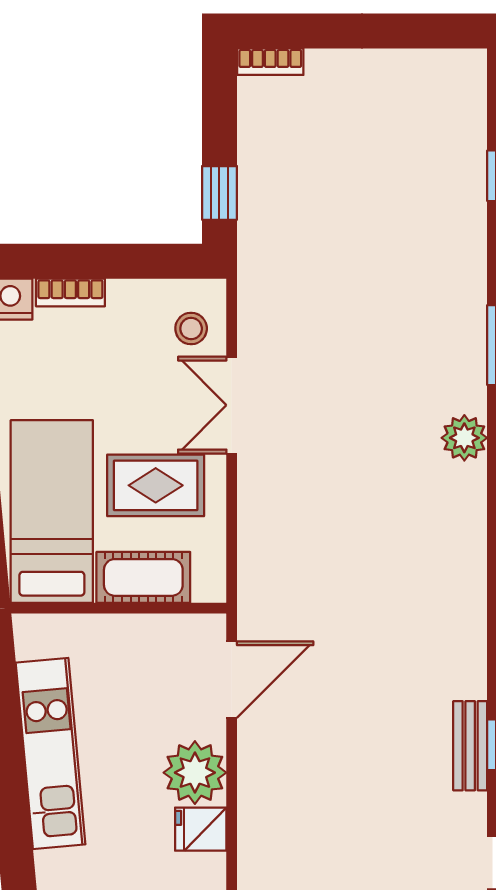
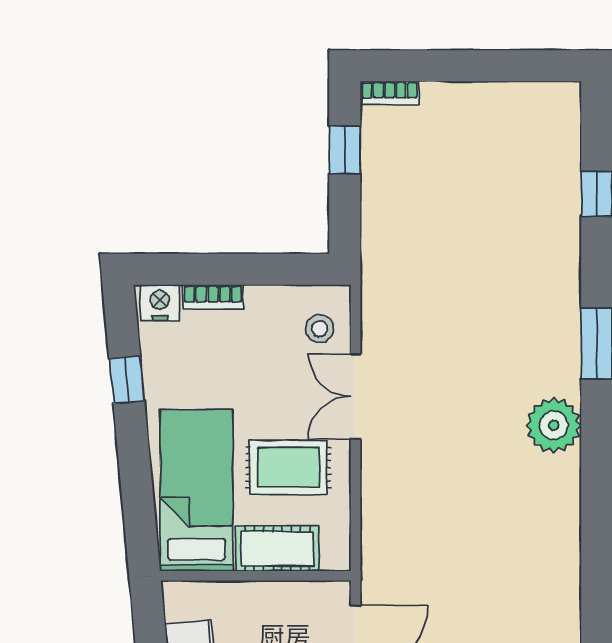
window: (219, 193) -> (345, 150), moved
plant: (464, 438) -> (554, 425), width x1.36, depth x1.36

